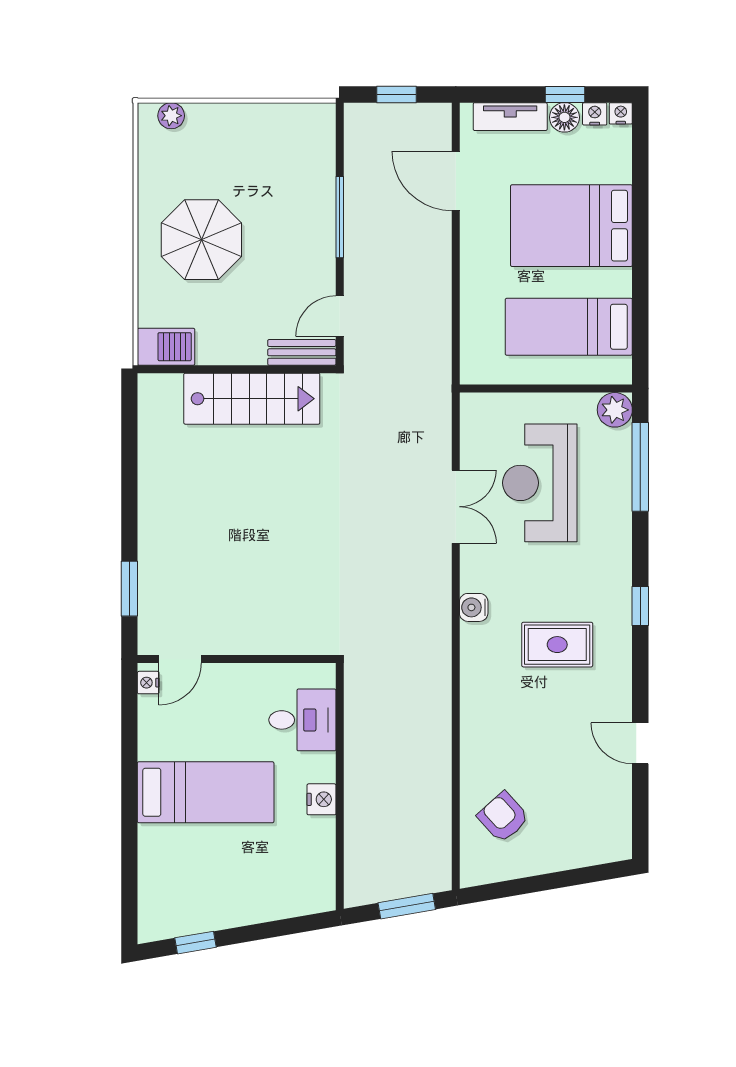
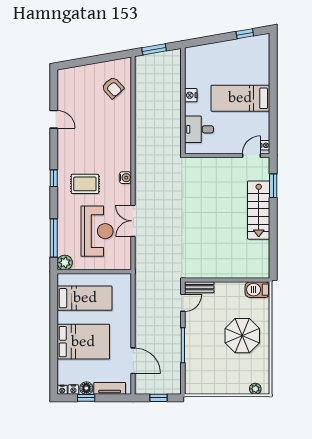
stairs: (252, 399) -> (259, 210), moved, turned -90
rug: (557, 645) -> (85, 184), moved

